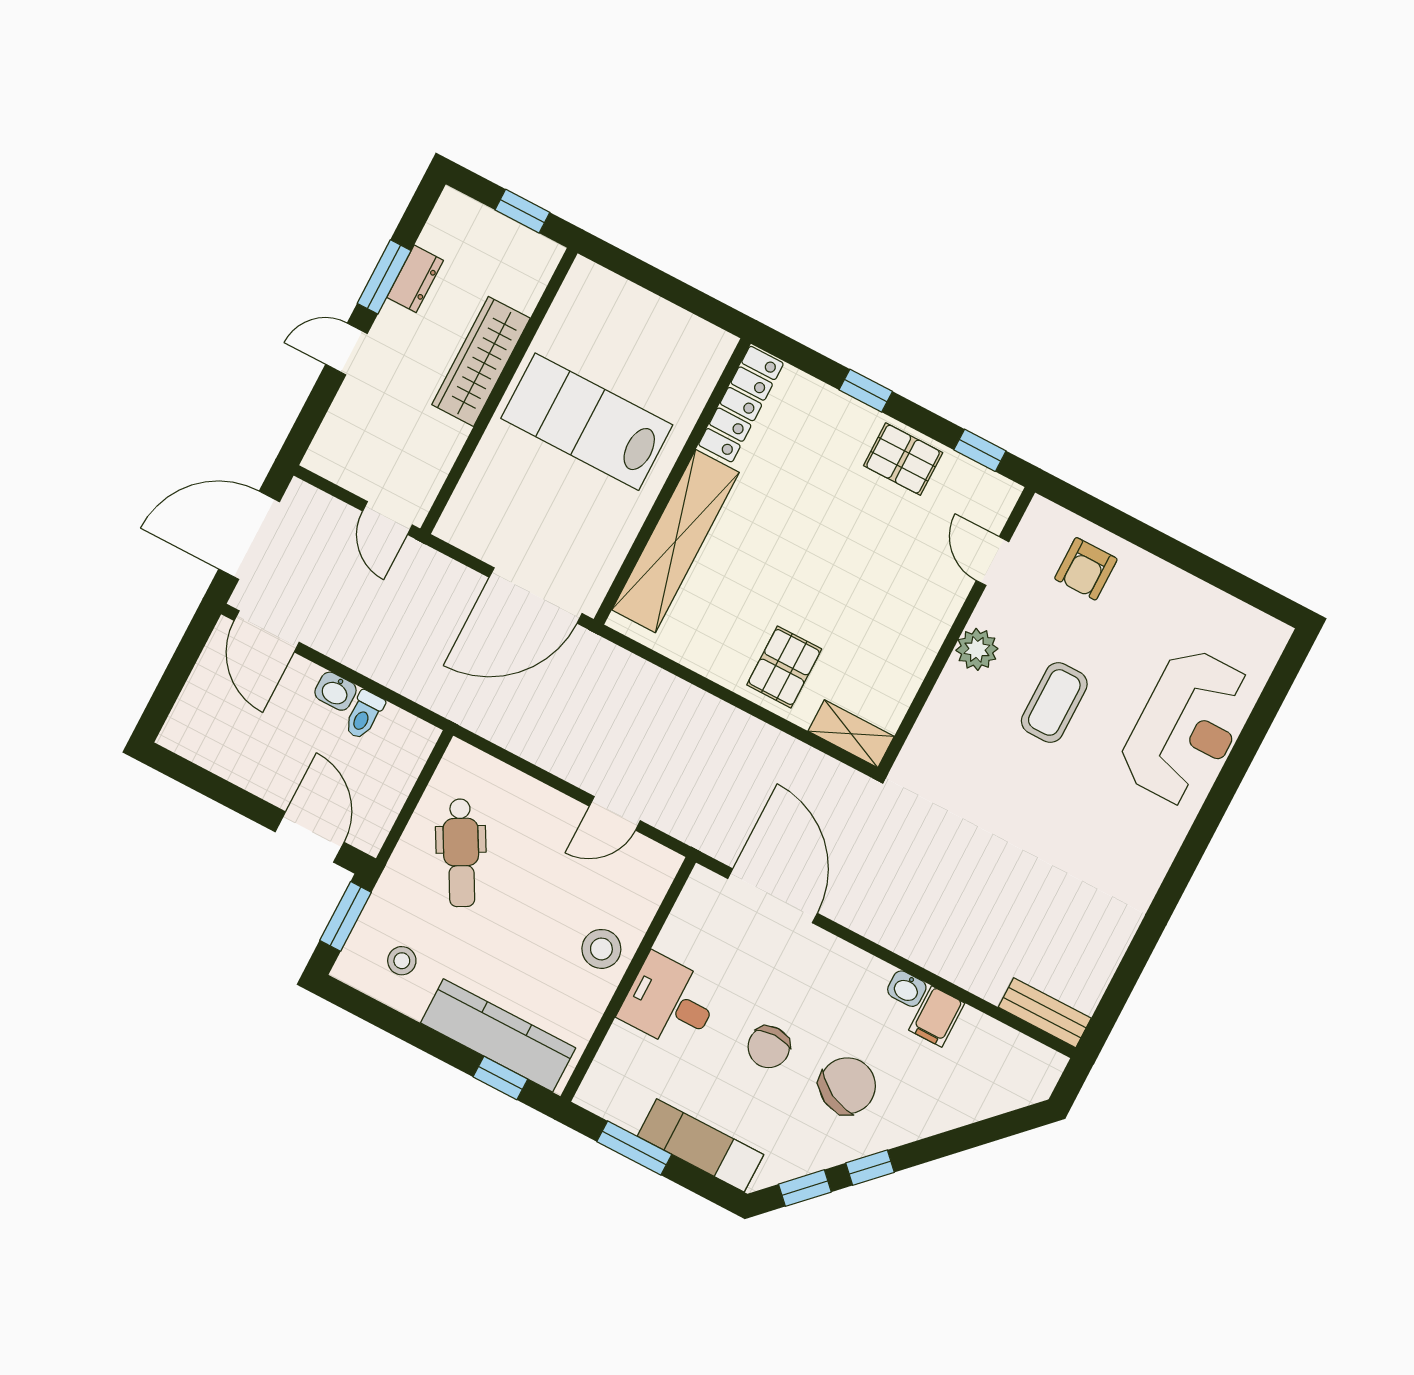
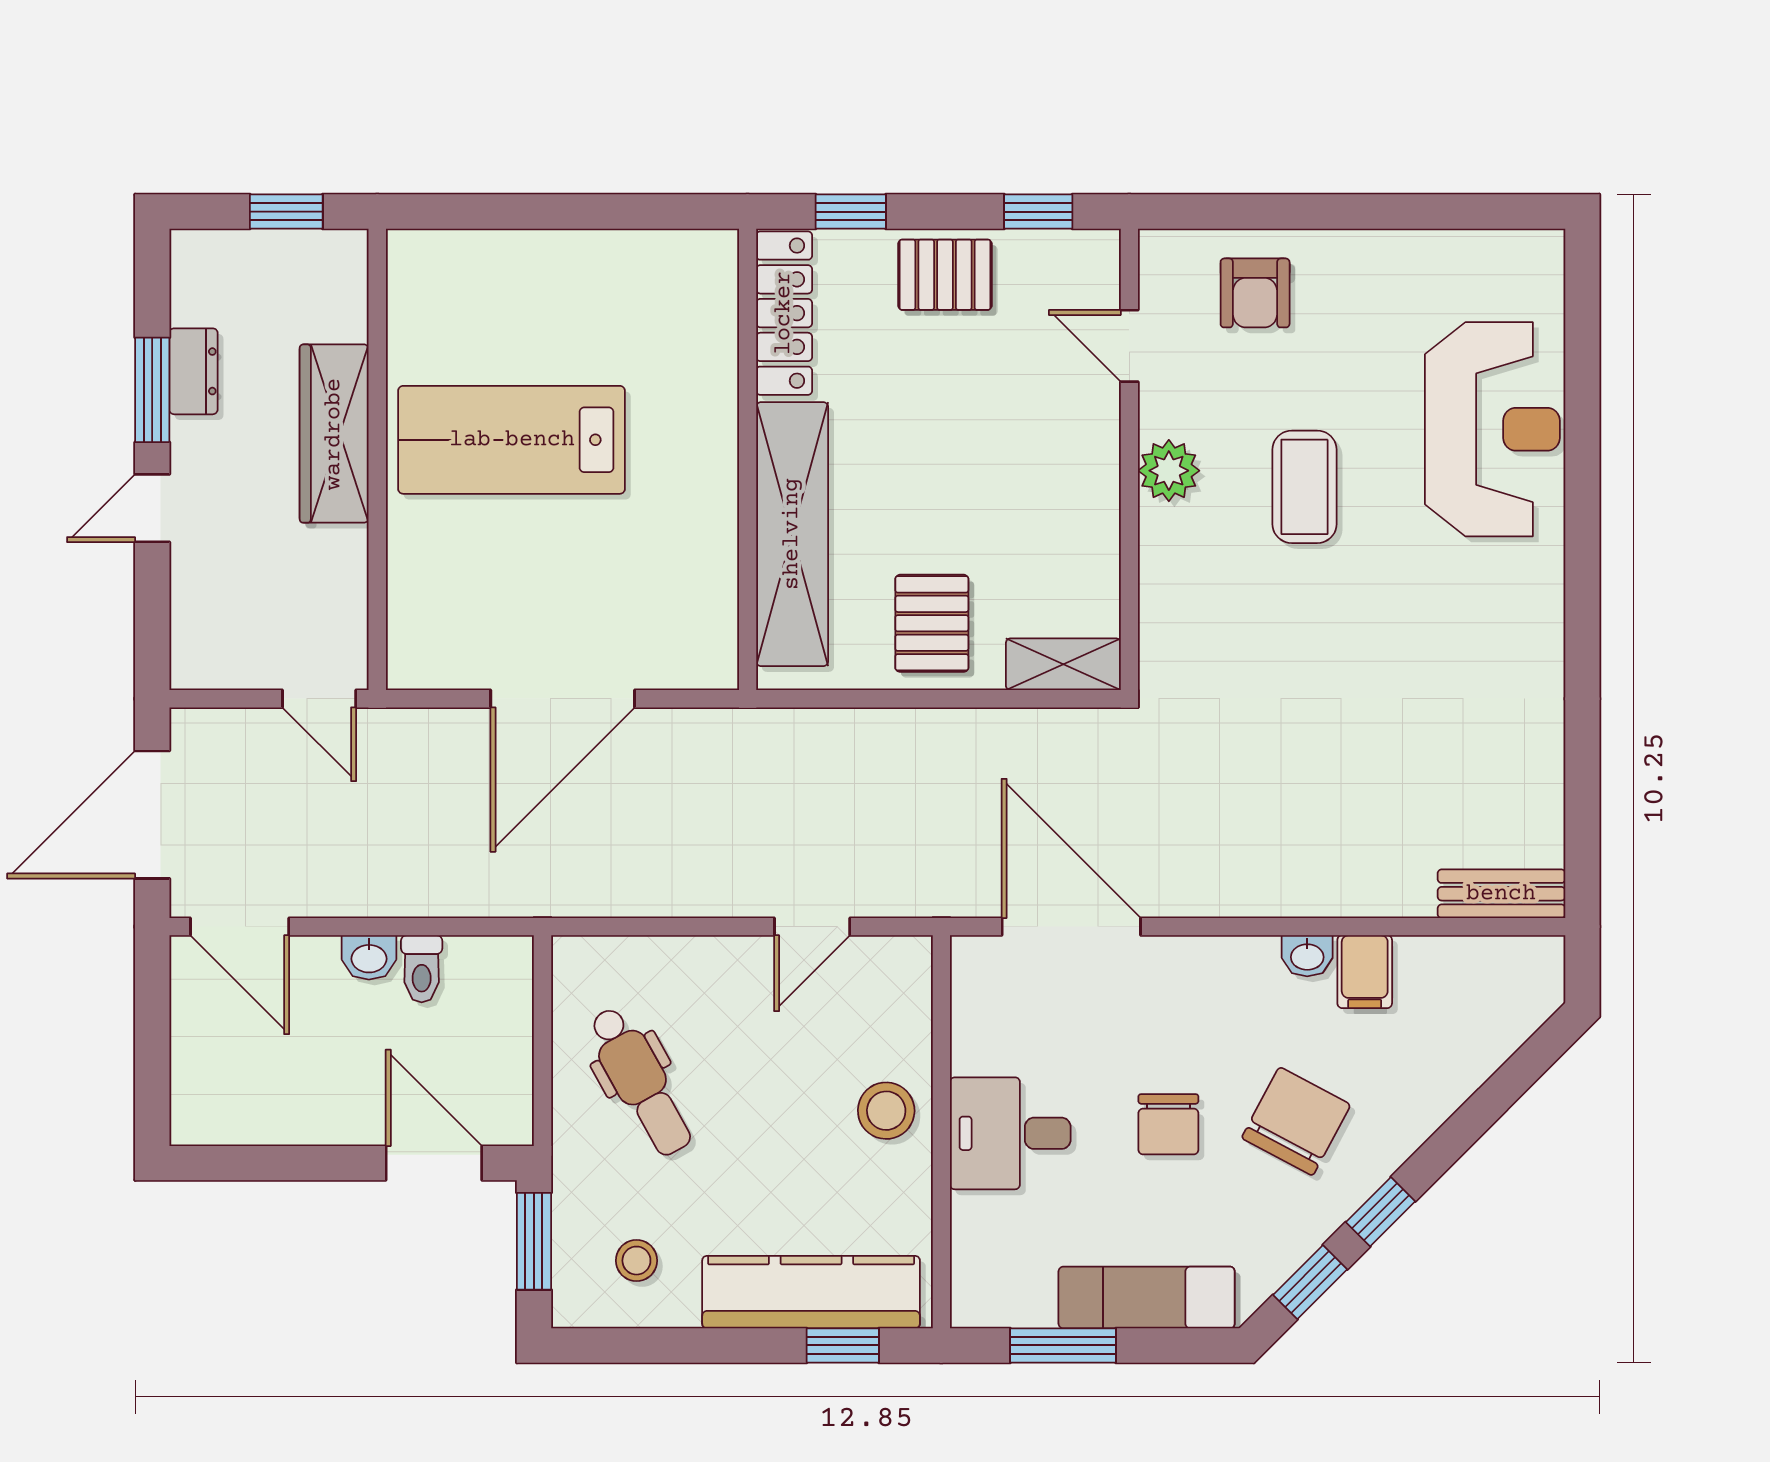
locker: (741, 404) -> (784, 313), moved
wall: (672, 481) -> (748, 459), moved
shelving: (676, 541) -> (792, 534), moved

